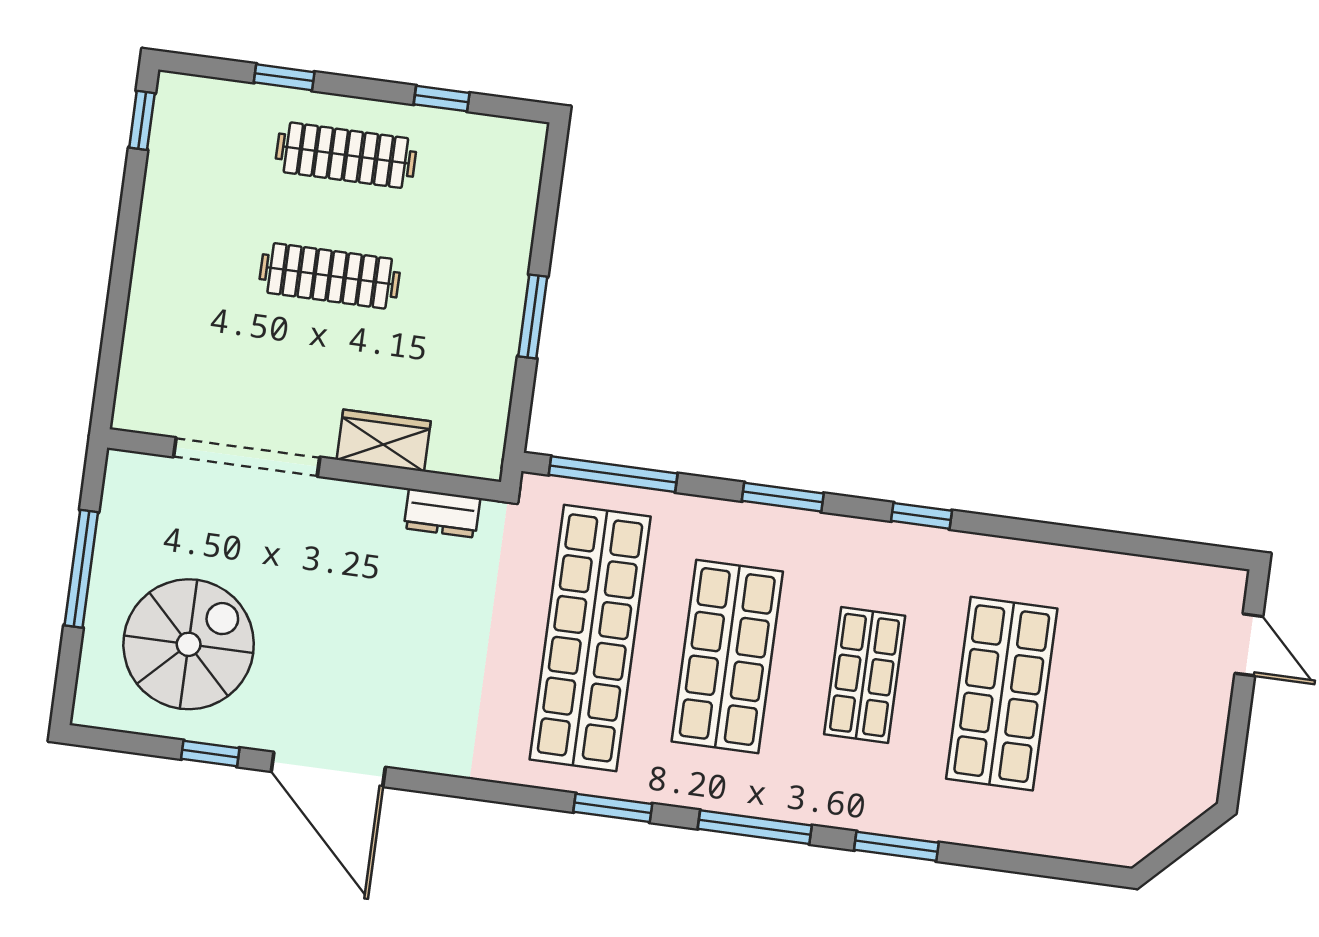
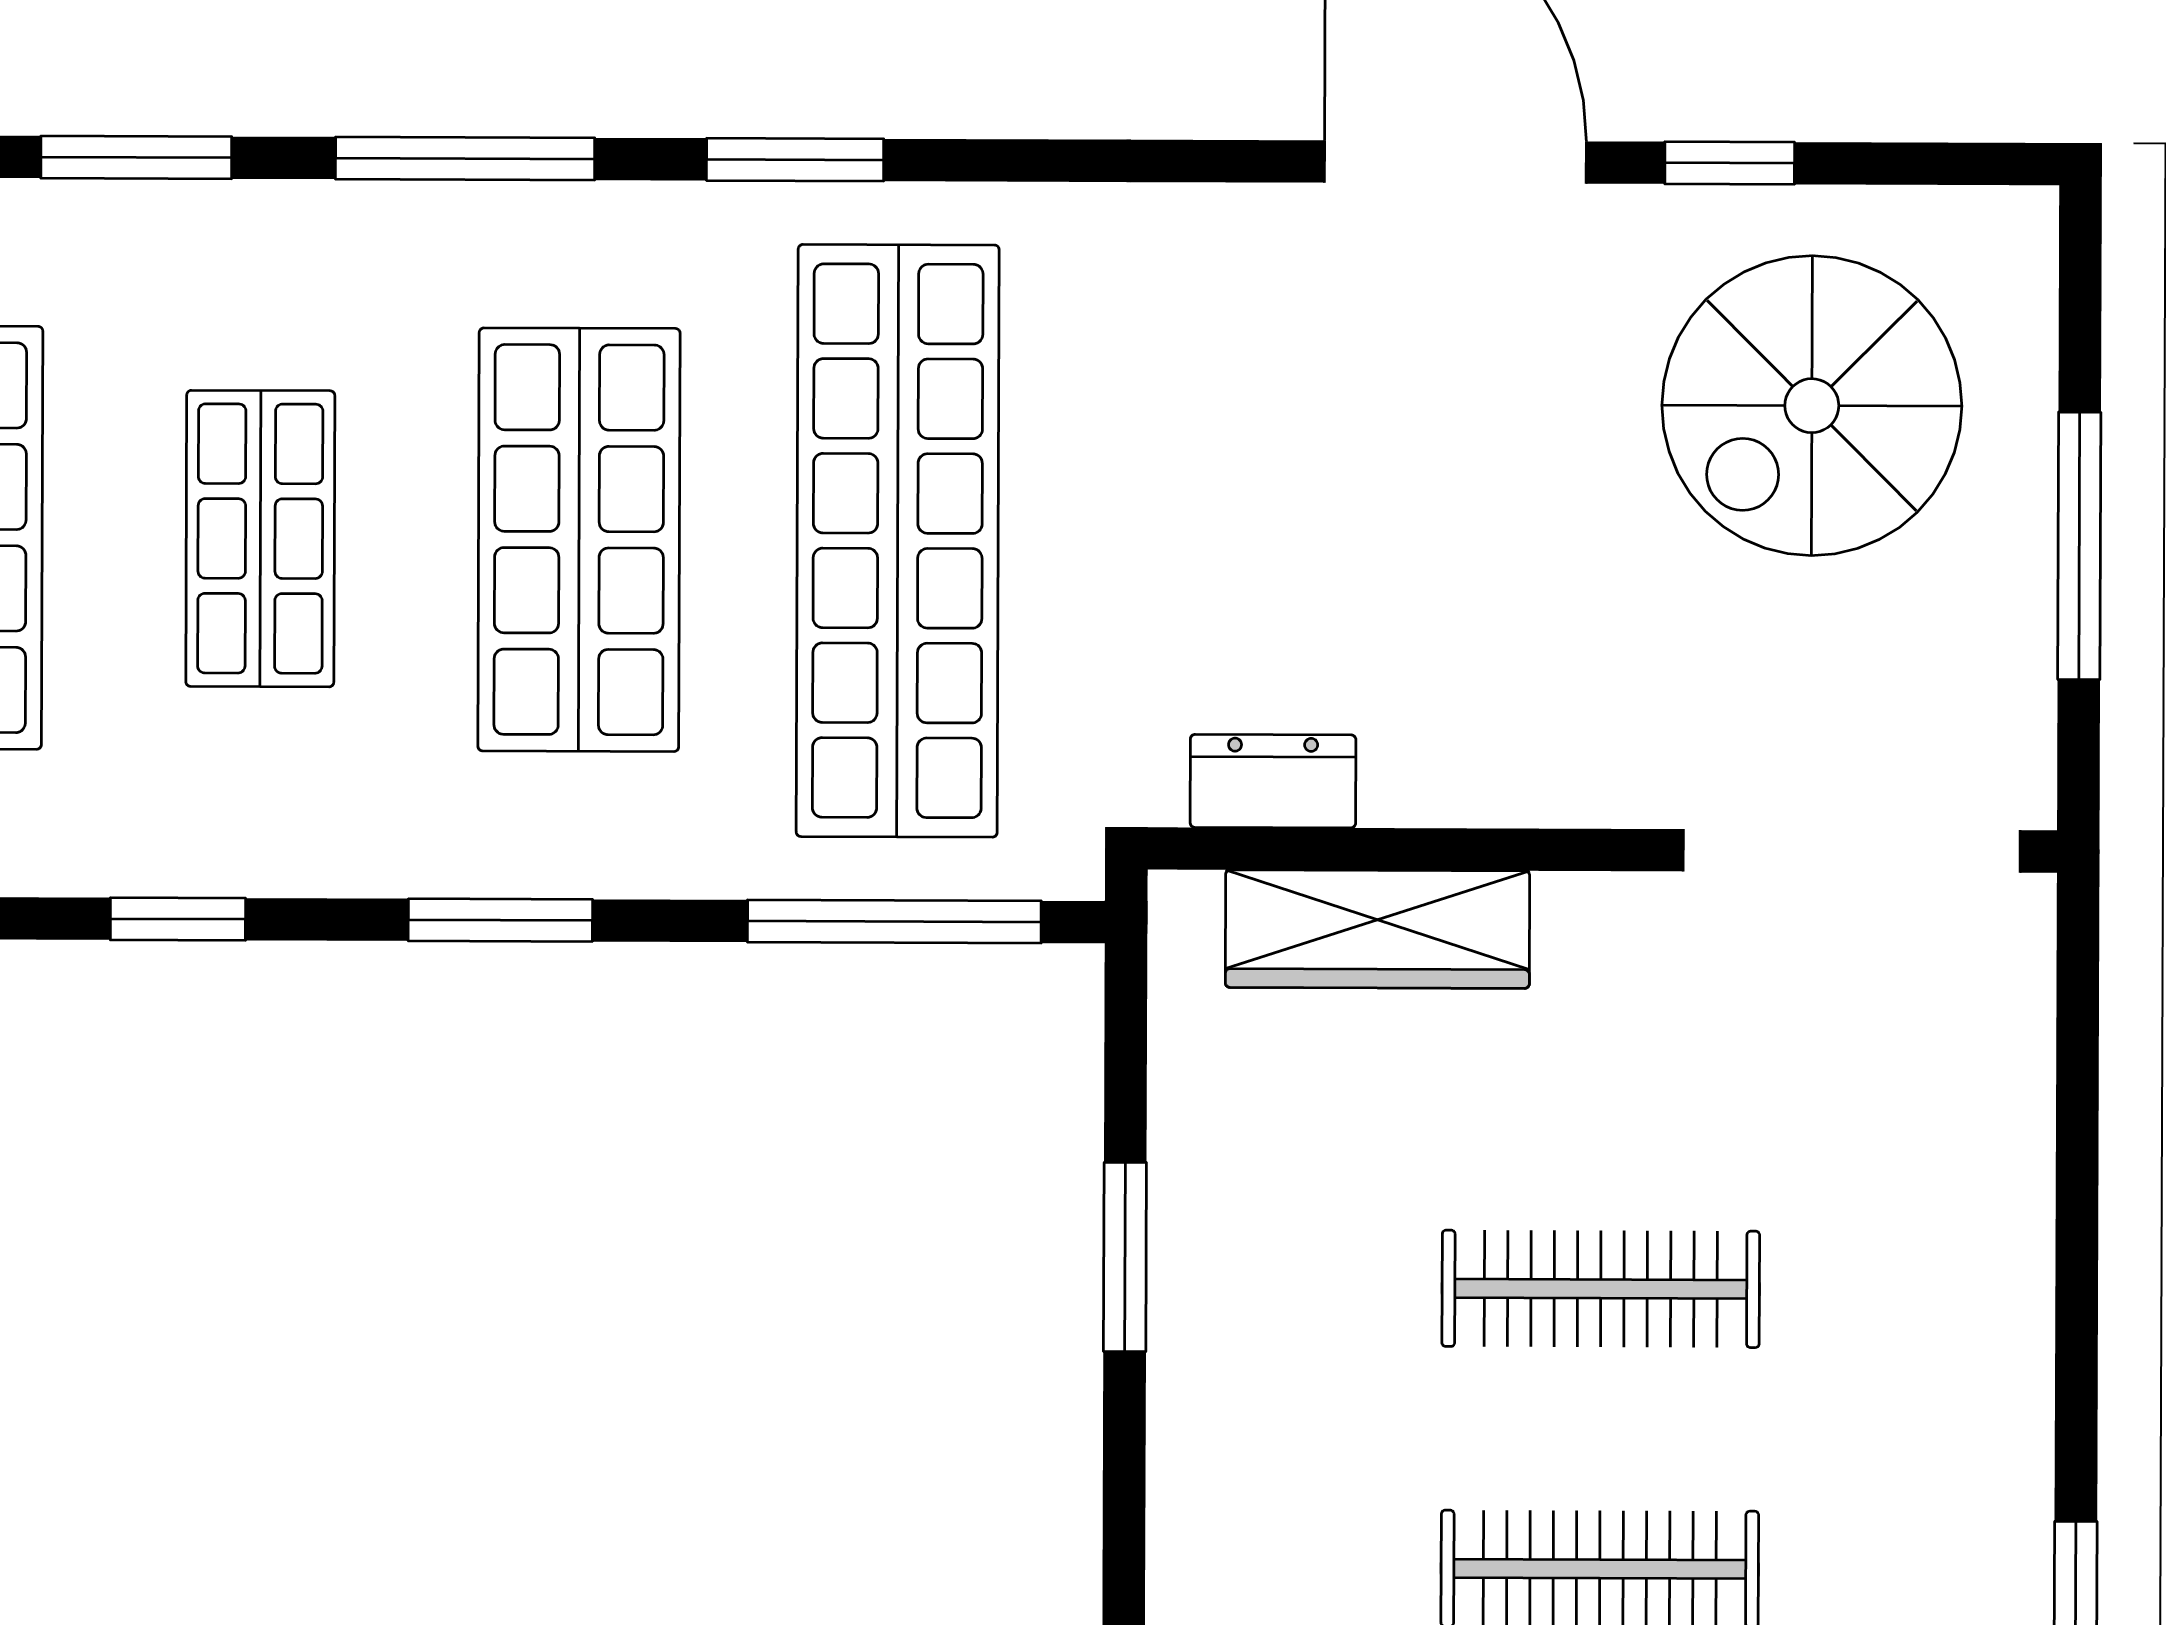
wardrobe: (384, 440) -> (1377, 929), width x1.50
doorway: (247, 457) -> (1852, 851), moved

